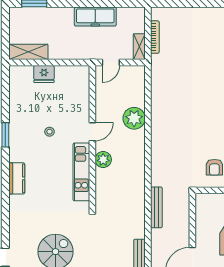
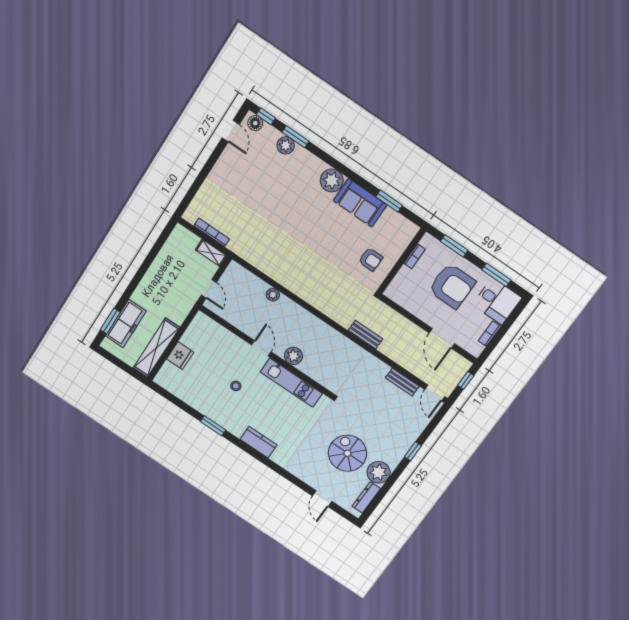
freezer: (95, 17) -> (126, 324), moved
shelving: (28, 52) -> (156, 348), width x1.47
plant: (134, 118) -> (273, 295), width x0.53, depth x0.53
bench: (156, 207) -> (365, 335), width x0.73

